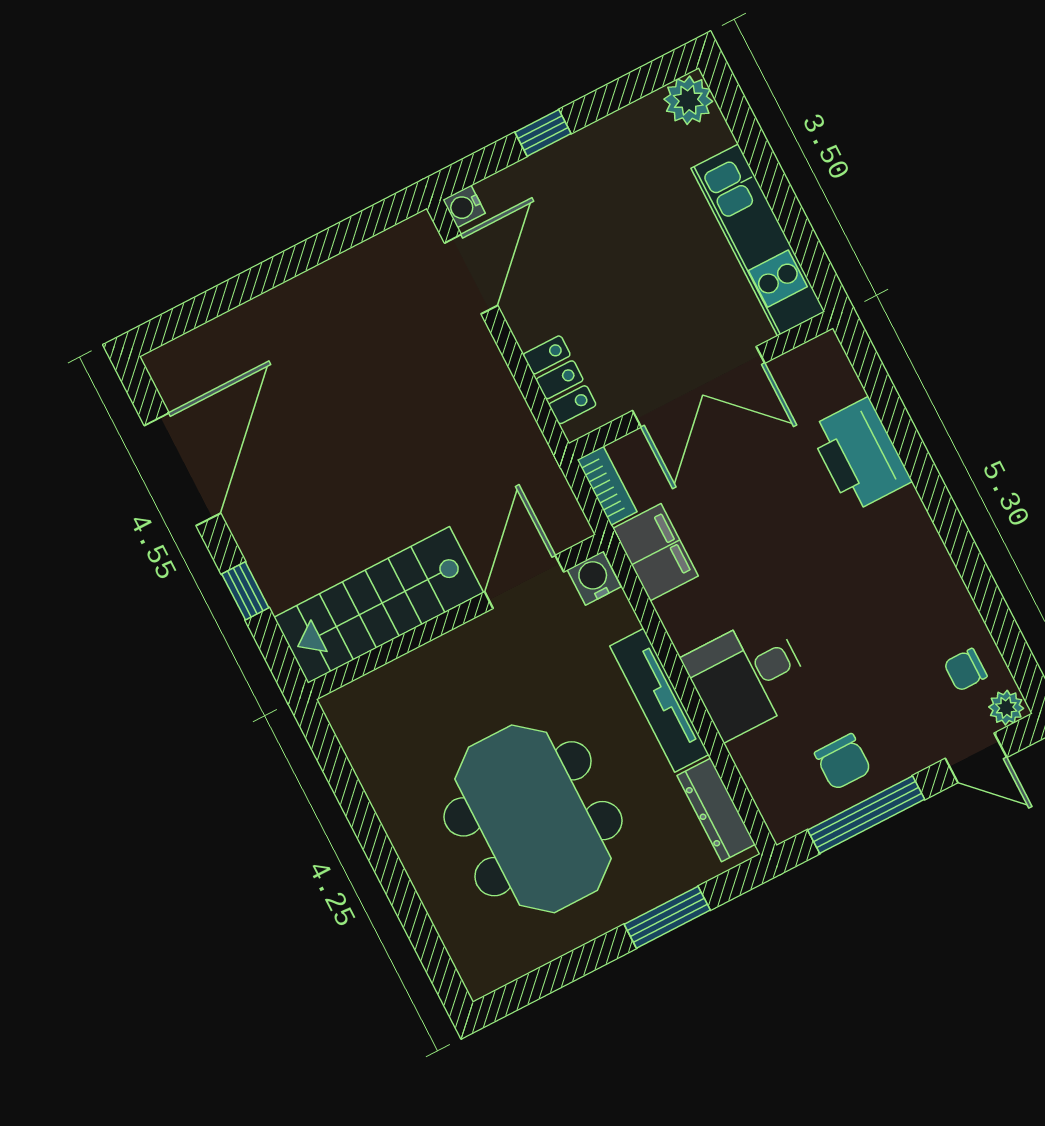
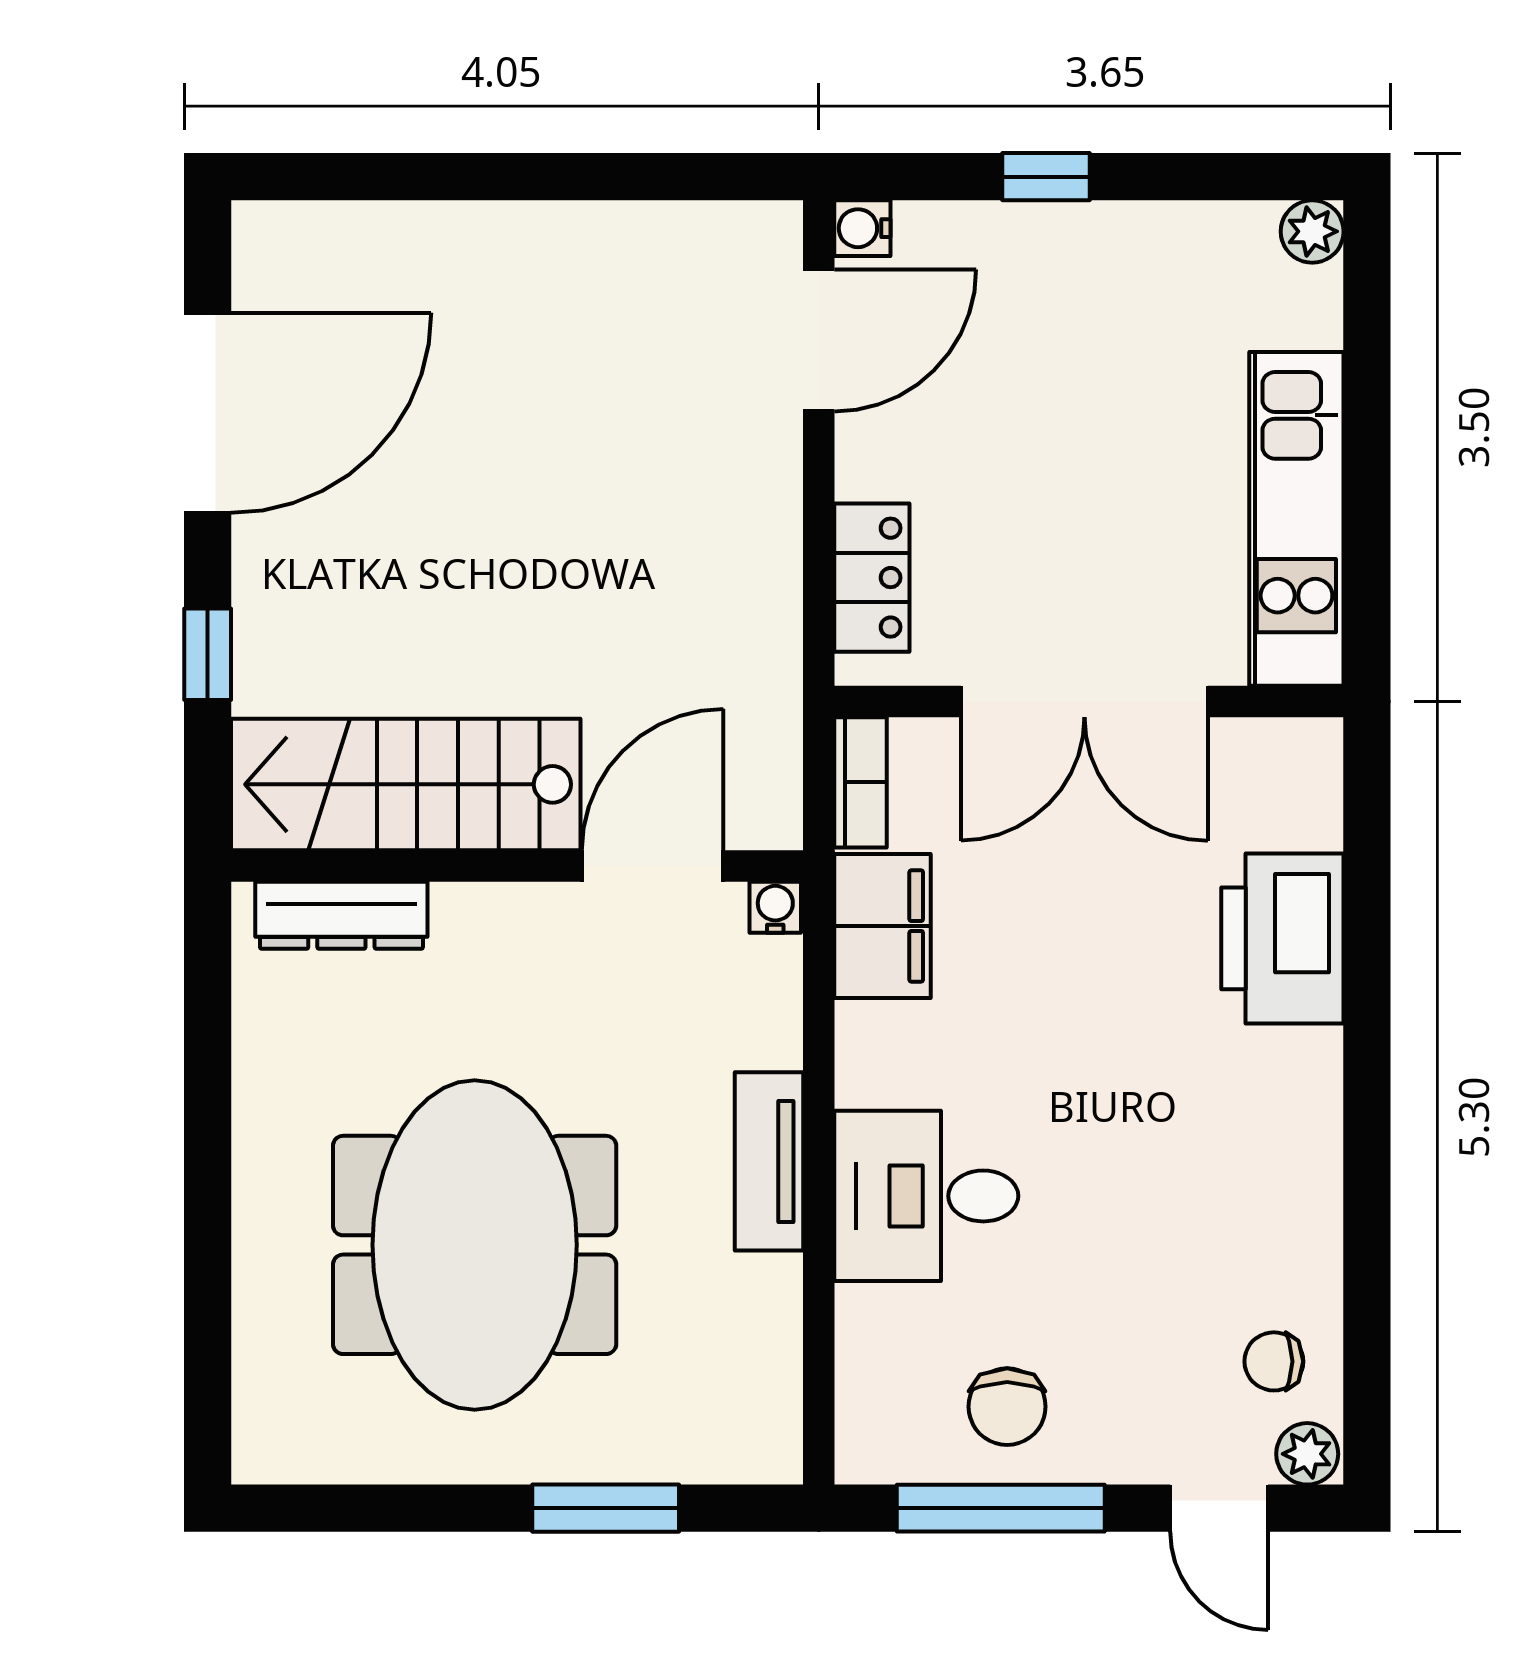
plant: (688, 100) -> (1312, 231), width x0.73, depth x0.73
water cooler: (594, 578) -> (775, 907), width x0.72, depth x0.72
tv unit: (659, 700) -> (769, 1161), width x0.71
dresser: (716, 810) -> (341, 915), moved, turned -90

